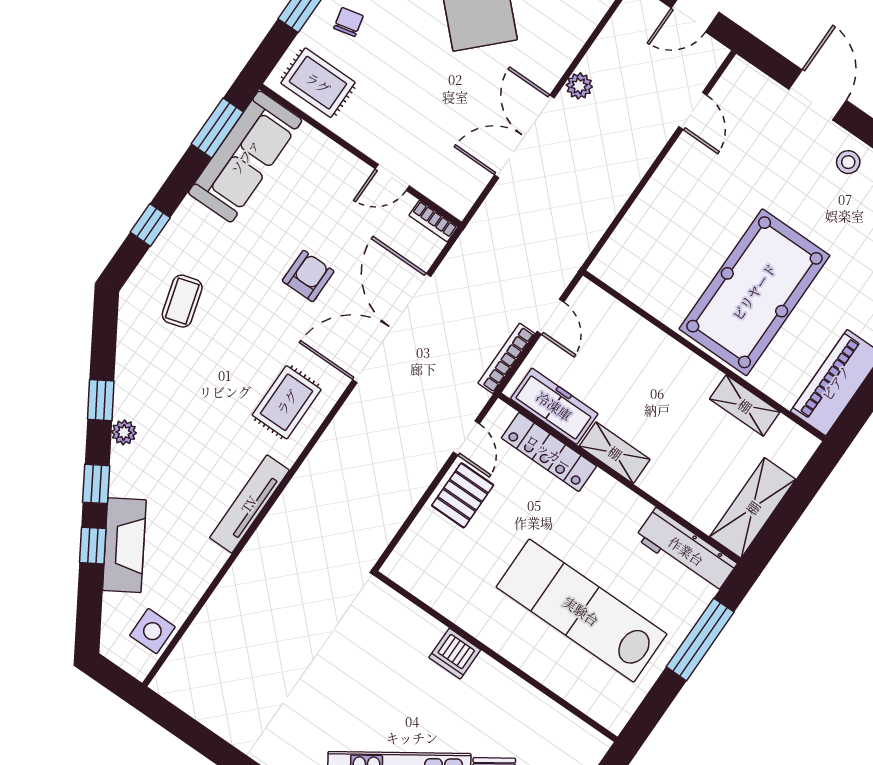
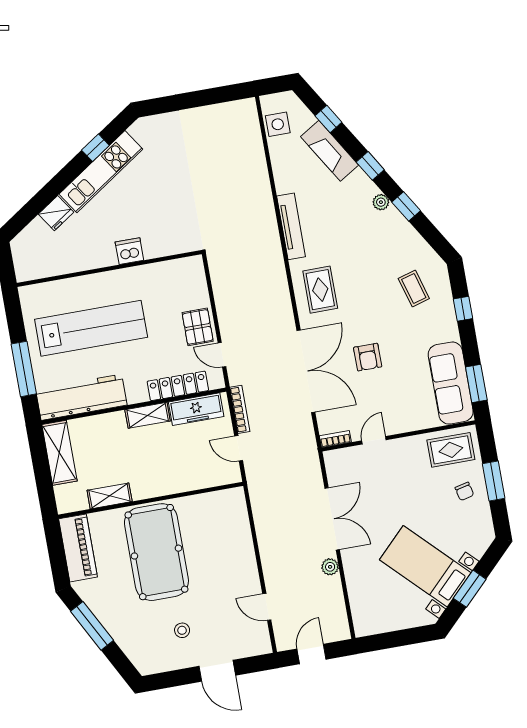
stool: (848, 162) -> (182, 630), moved
window: (93, 546) -> (328, 119), moved
workbench: (686, 551) -> (81, 397), width x1.36, depth x1.32

